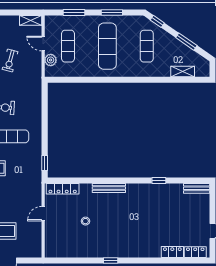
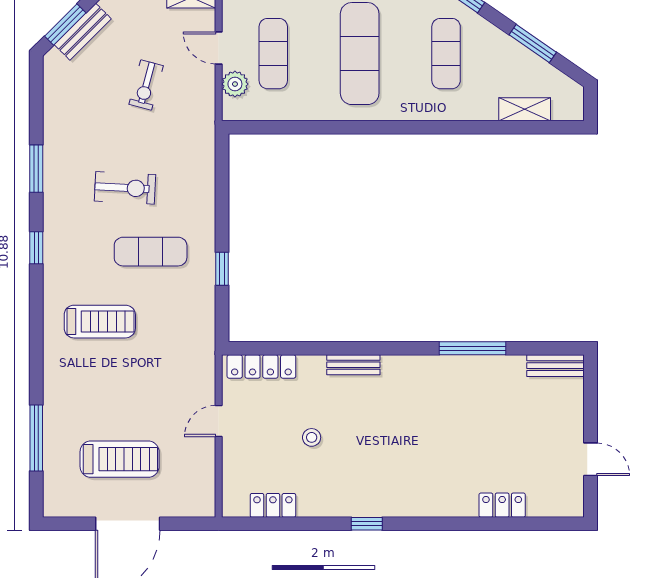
window: (45, 163) -> (222, 269), moved
window: (159, 180) -> (472, 348), width x2.17
bench: (109, 188) -> (353, 365), width x0.73
locker: (195, 252) -> (273, 505), moved

